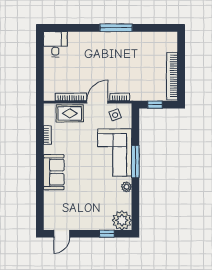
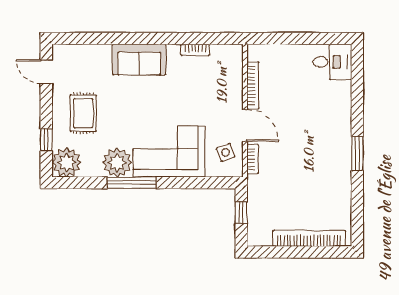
window: (116, 28) -> (357, 154), width x0.69
bookcase: (172, 76) -> (309, 238), moved
rug: (70, 113) -> (83, 113), moved
window: (135, 162) -> (132, 183), moved
plant: (126, 187) -> (117, 163), width x1.88, depth x1.88

